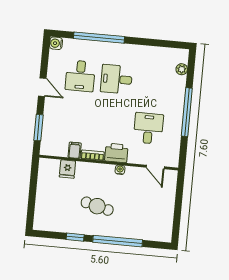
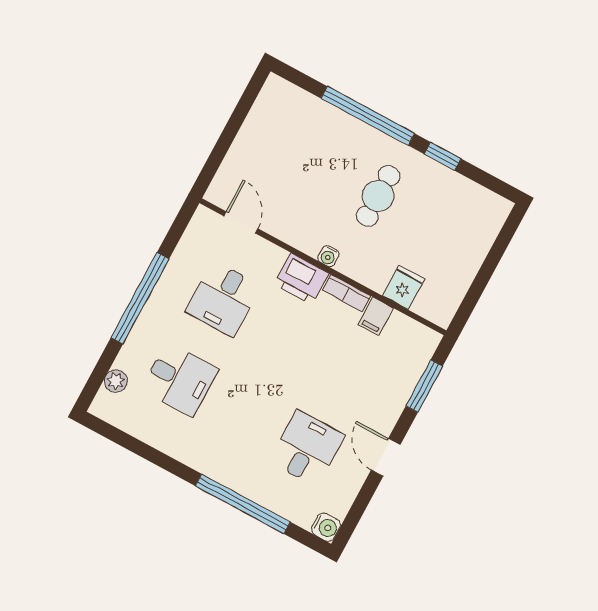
desk: (116, 79) -> (180, 379), moved
water cooler: (120, 170) -> (328, 256), moved
cafe table: (97, 206) -> (378, 196), turned 76

